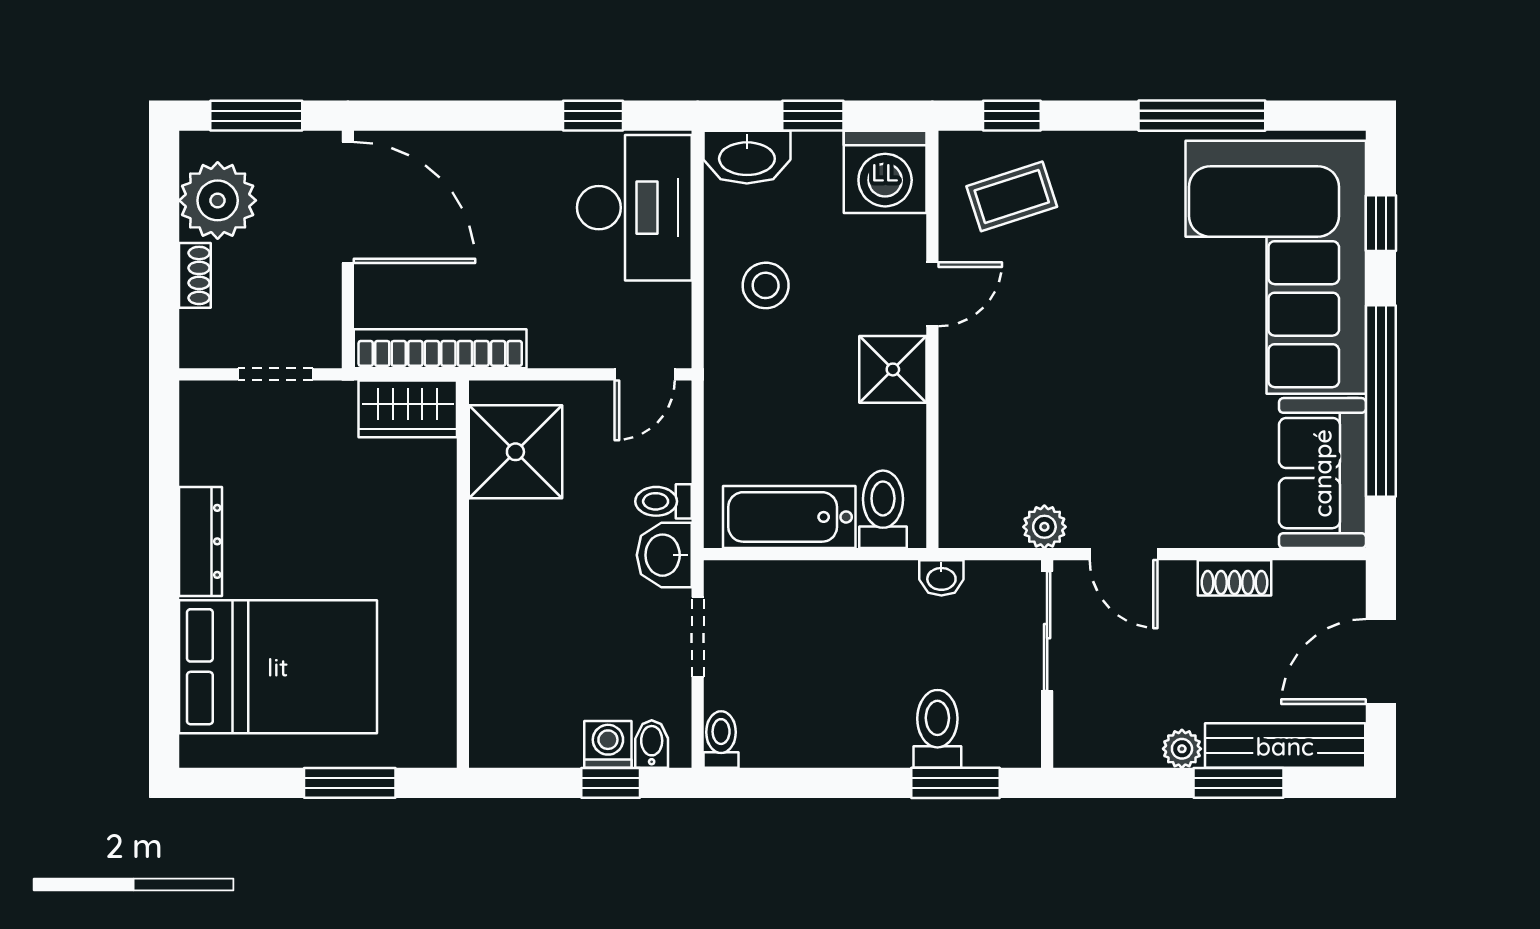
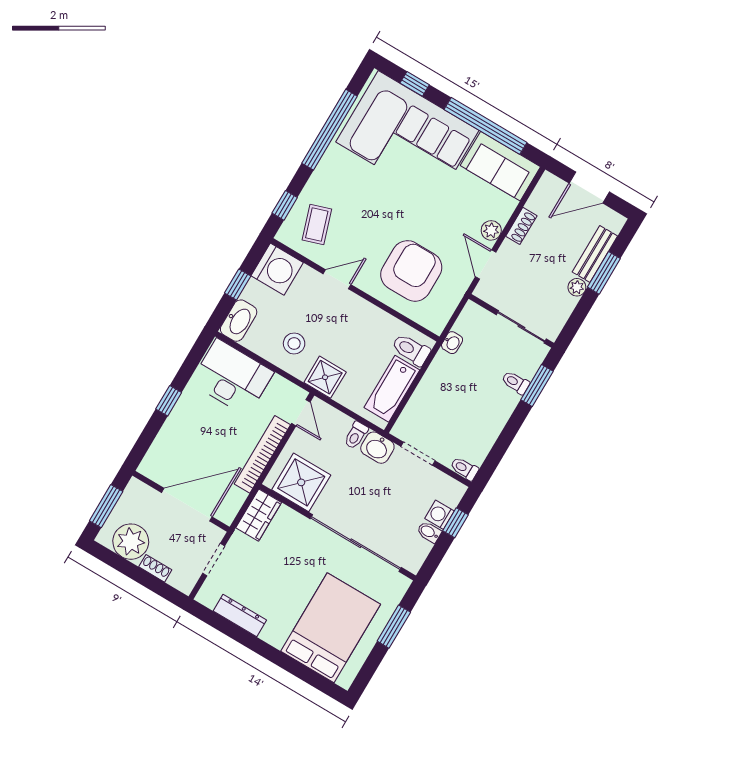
window: (593, 116) -> (169, 401), moved
window: (1202, 116) -> (330, 130), width x1.46
door: (348, 202) -> (187, 505), moved
door: (932, 294) -> (337, 279), hinge flipped
bookcase: (440, 349) -> (262, 454), moved
shower: (893, 369) -> (325, 377), moved
armchair: (1030, 423) -> (411, 271), added
plant: (1044, 527) -> (491, 230), moved
dresser: (201, 541) -> (240, 615), moved
door: (1124, 554) -> (486, 265), swing flipped
sliding door: (463, 620) -> (356, 543), added
sliding door: (1047, 631) -> (521, 327), moved
door: (1381, 662) -> (589, 187), hinge flipped
toilet: (937, 729) -> (516, 382), width x0.73, depth x0.72
bidet: (652, 744) -> (429, 532), moved
bench: (1285, 746) -> (595, 254), width x0.73

